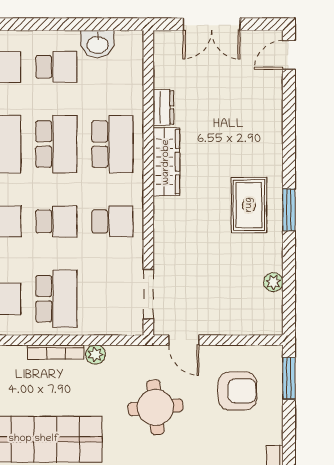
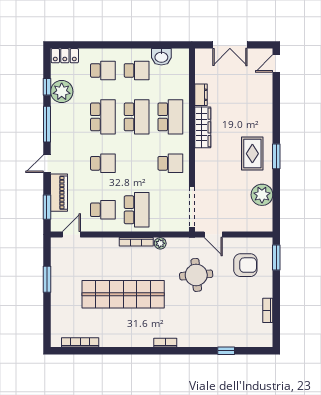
school desk: (56, 221) -> (137, 163), removed
plant: (273, 282) -> (262, 195), width x1.88, depth x1.88
doorway: (148, 294) -> (192, 207), width x1.36

